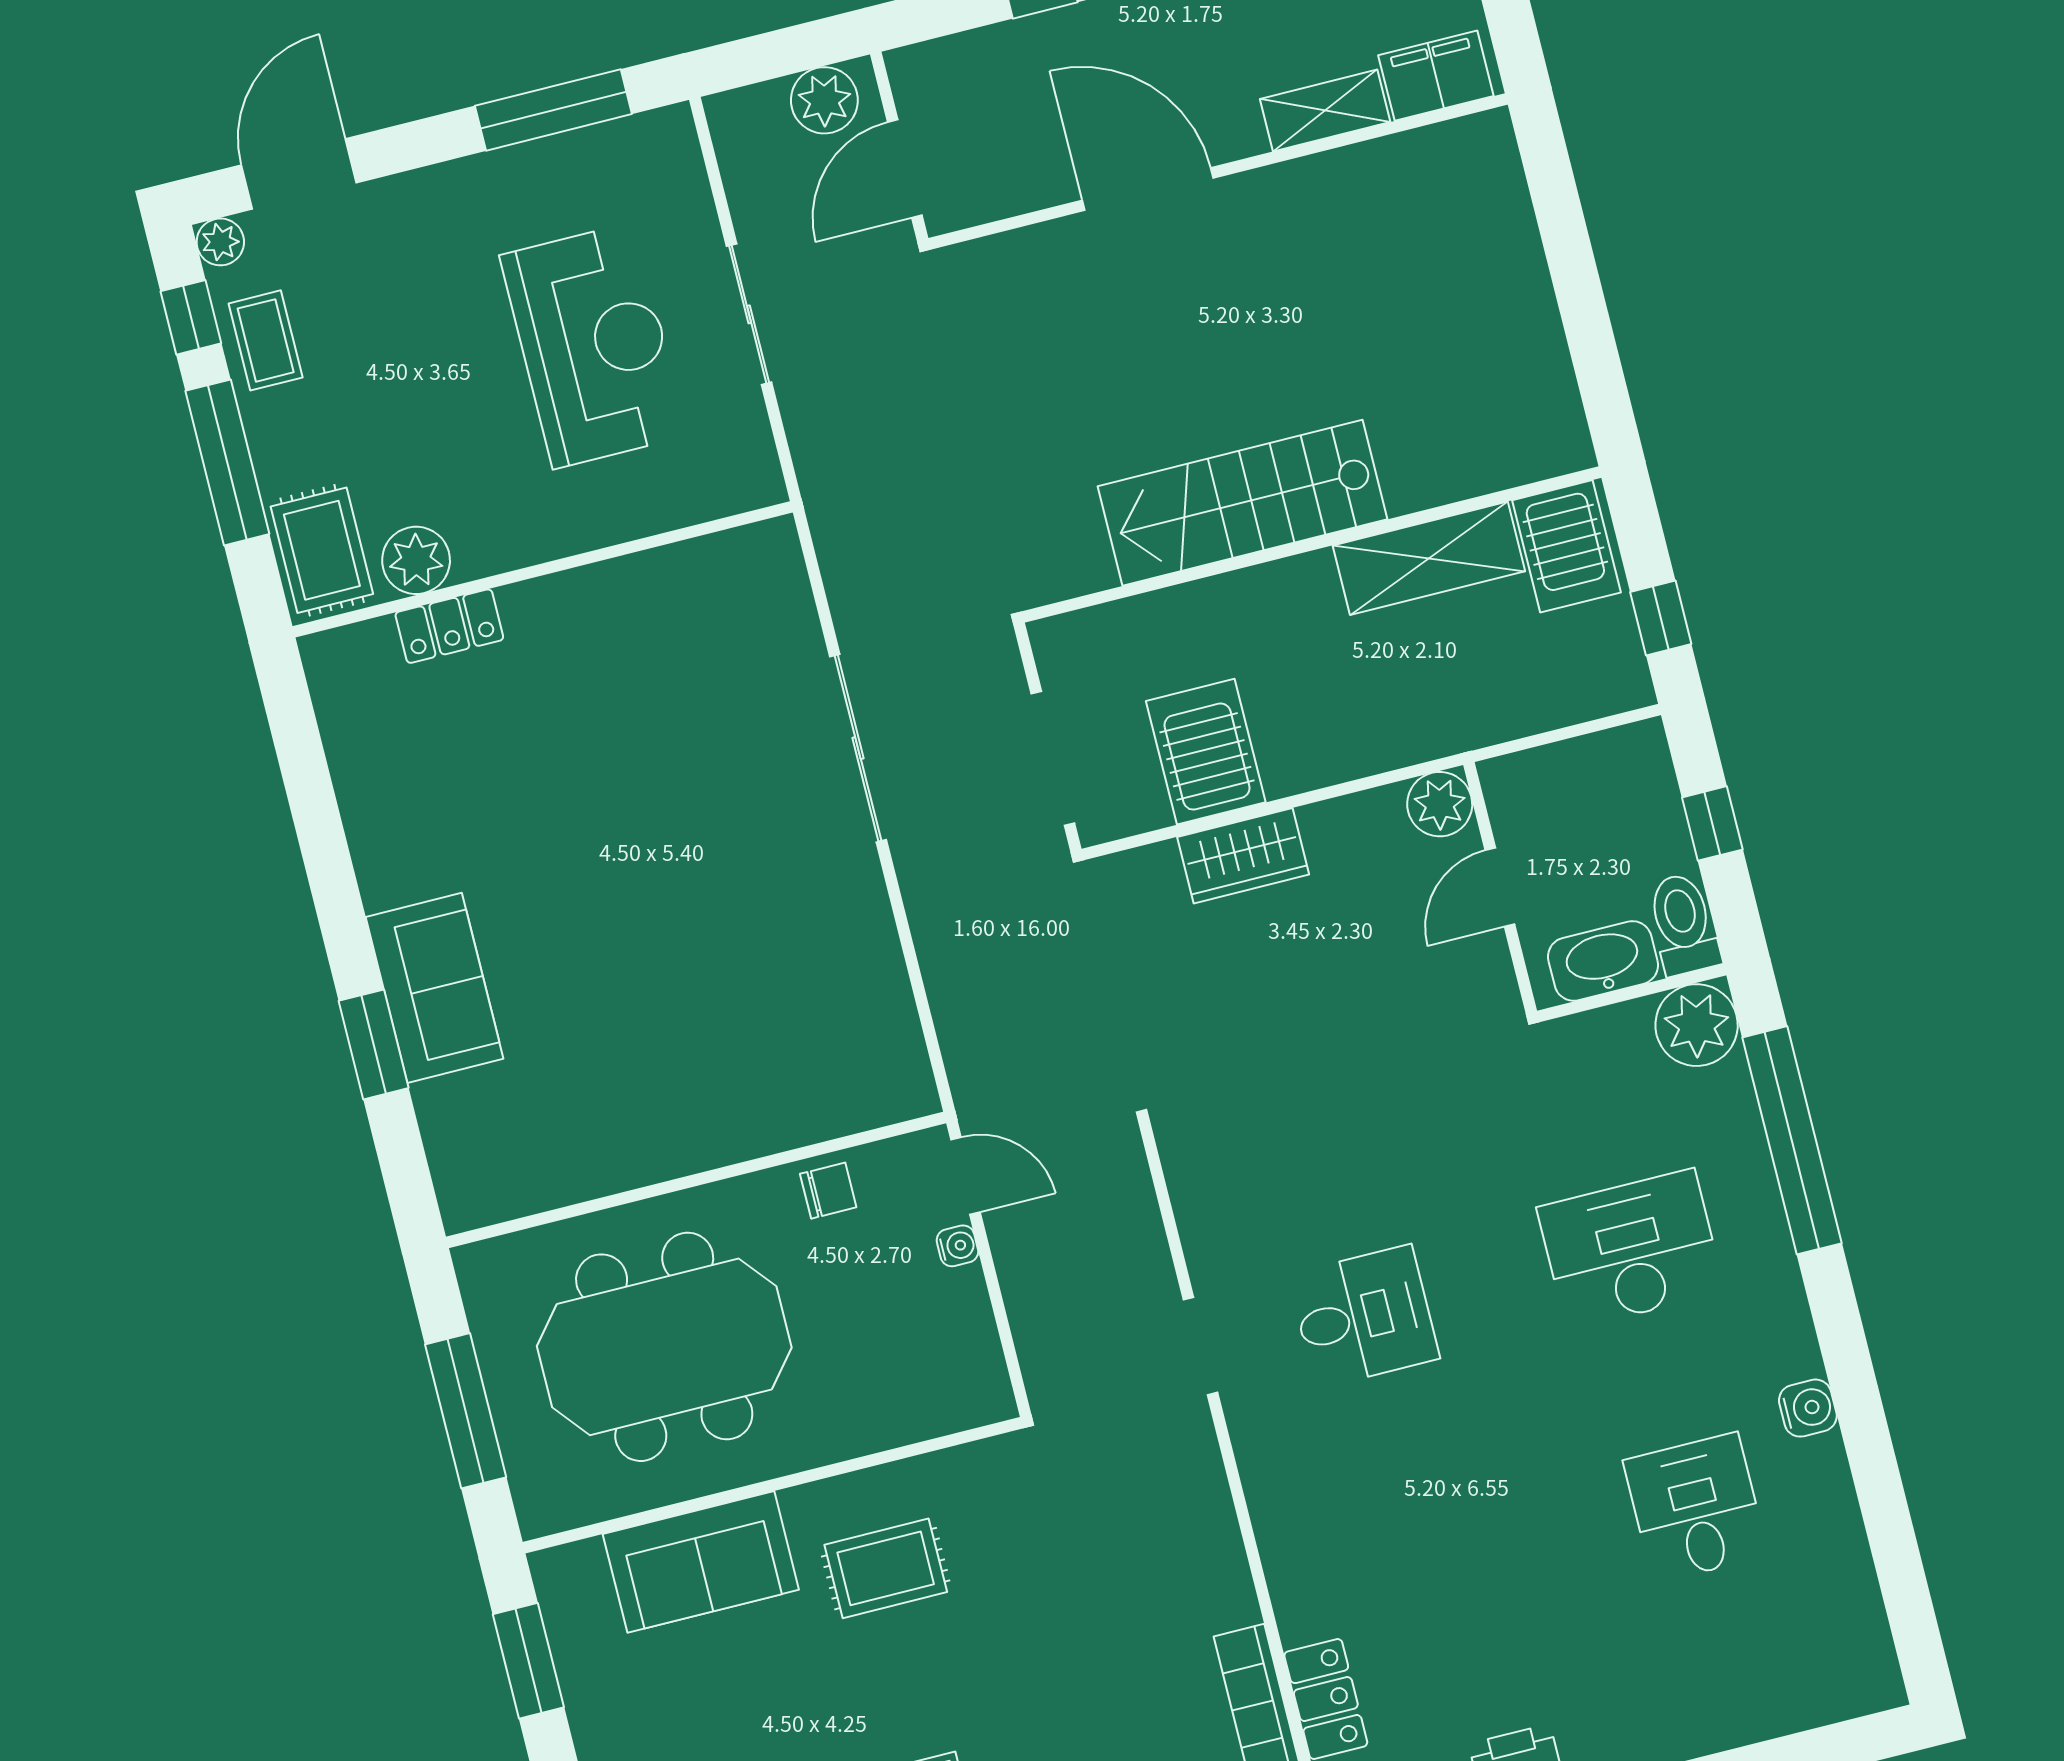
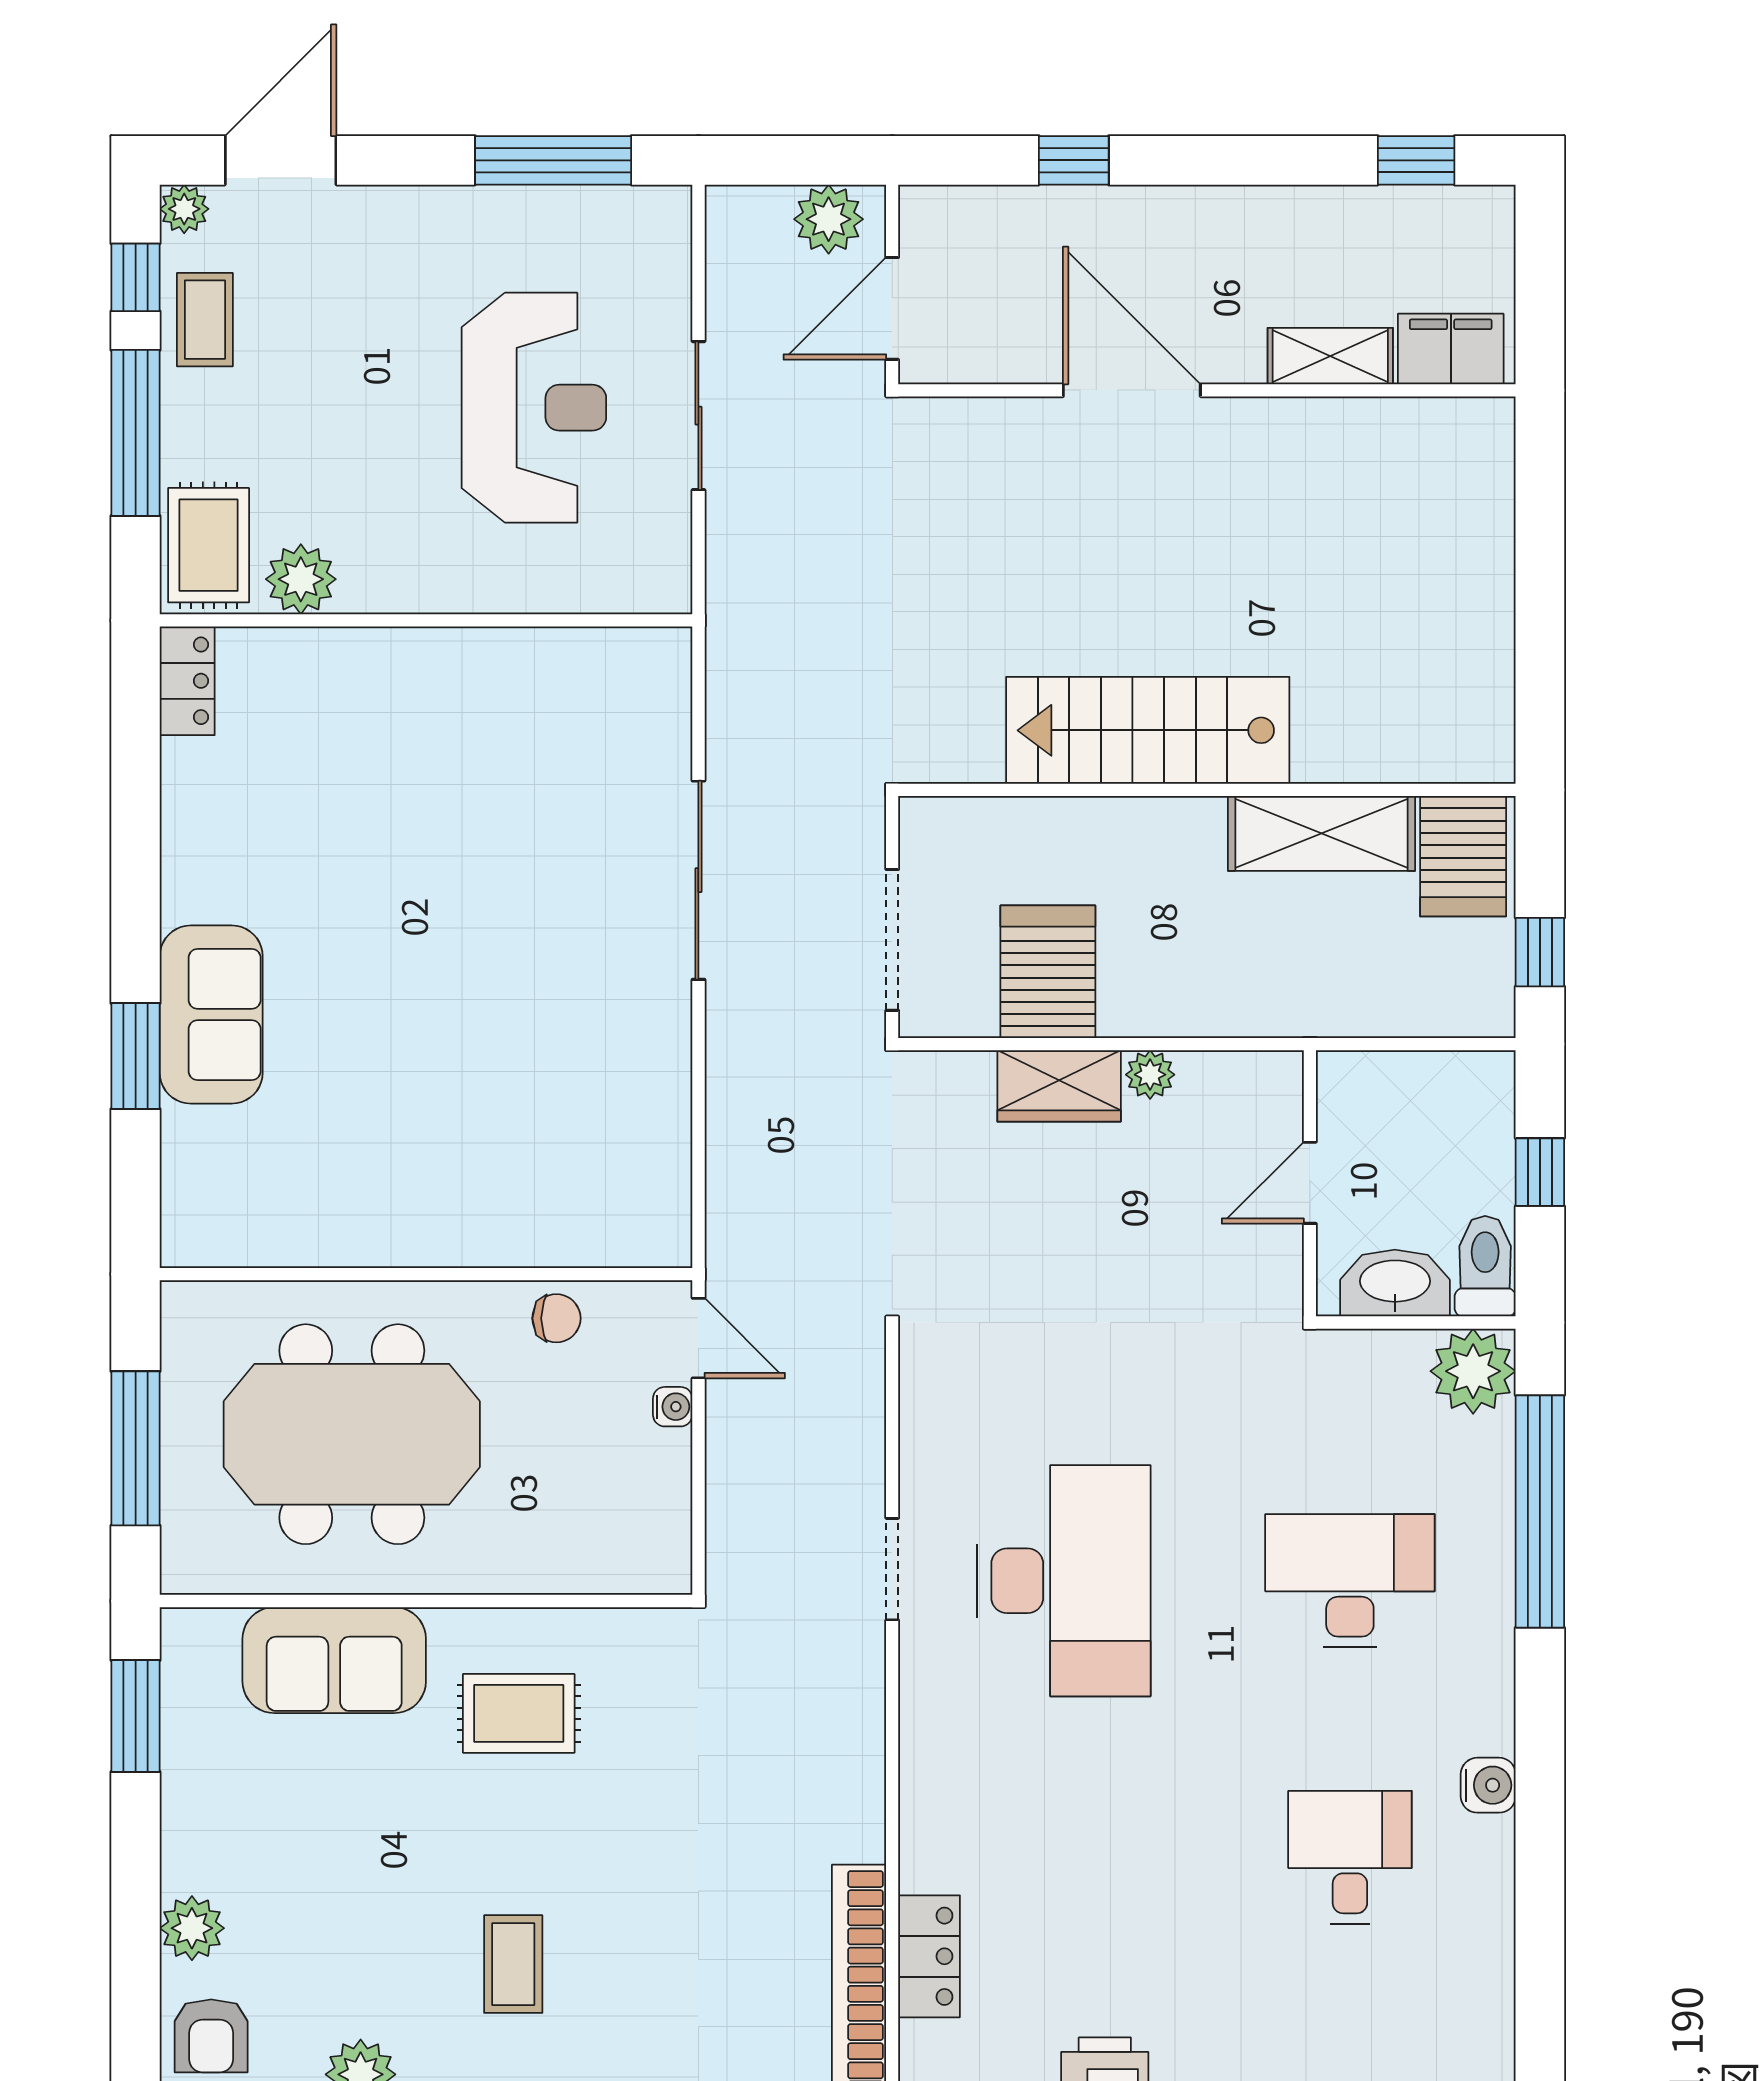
locker: (449, 626) -> (187, 681), moved, turned -90
plant: (1440, 804) -> (1150, 1075), moved, width x0.73, depth x0.73
desk: (1364, 1317) -> (1064, 1581), width x1.87, depth x1.30

